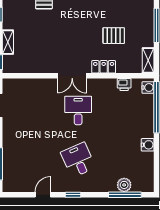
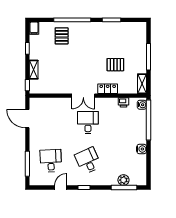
desk: (30, 160) -> (51, 161), added

